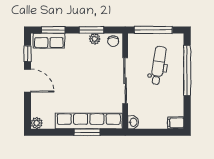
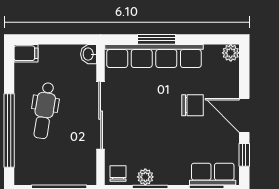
dental chair: (158, 65) -> (44, 111), moved
chair: (63, 88) -> (193, 105), added

